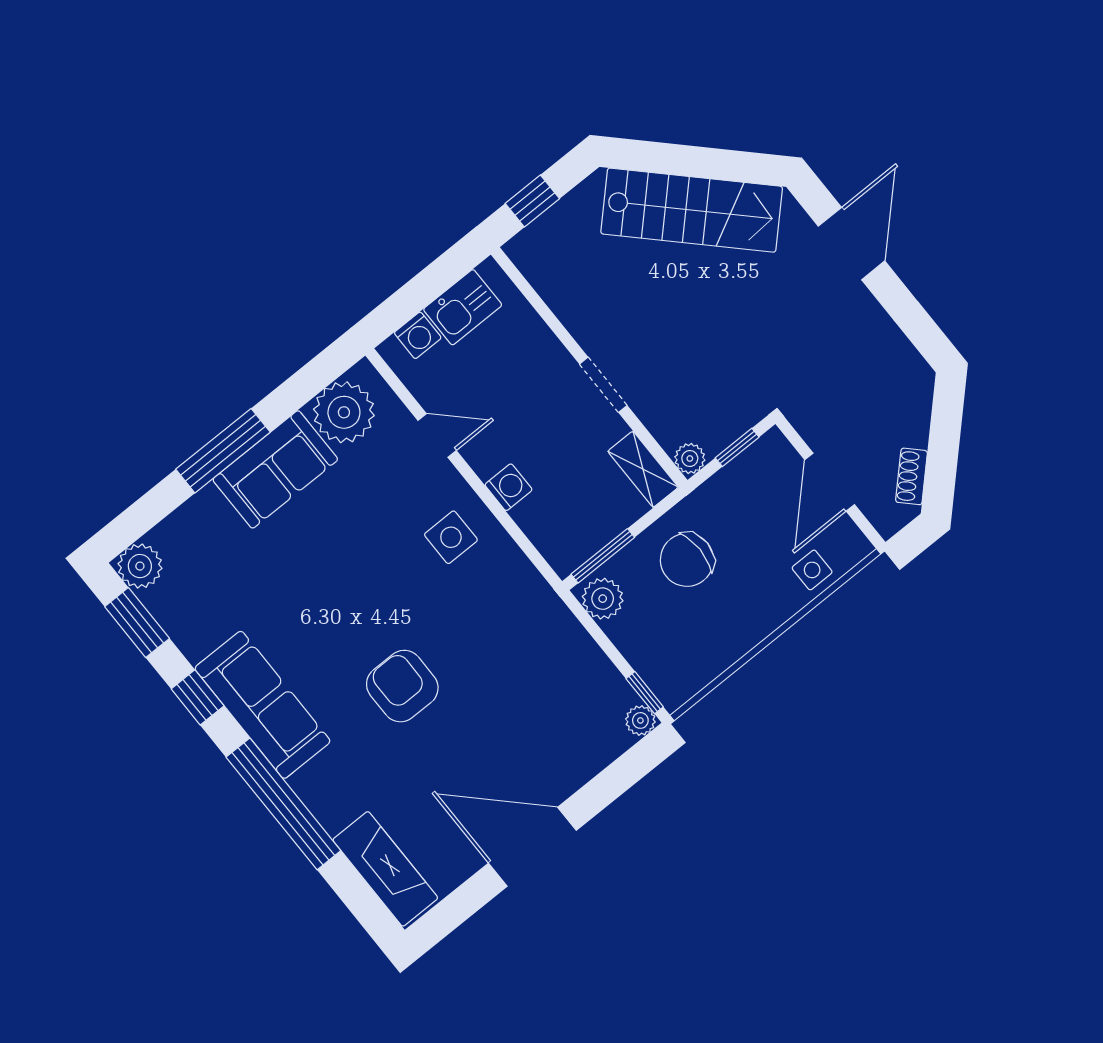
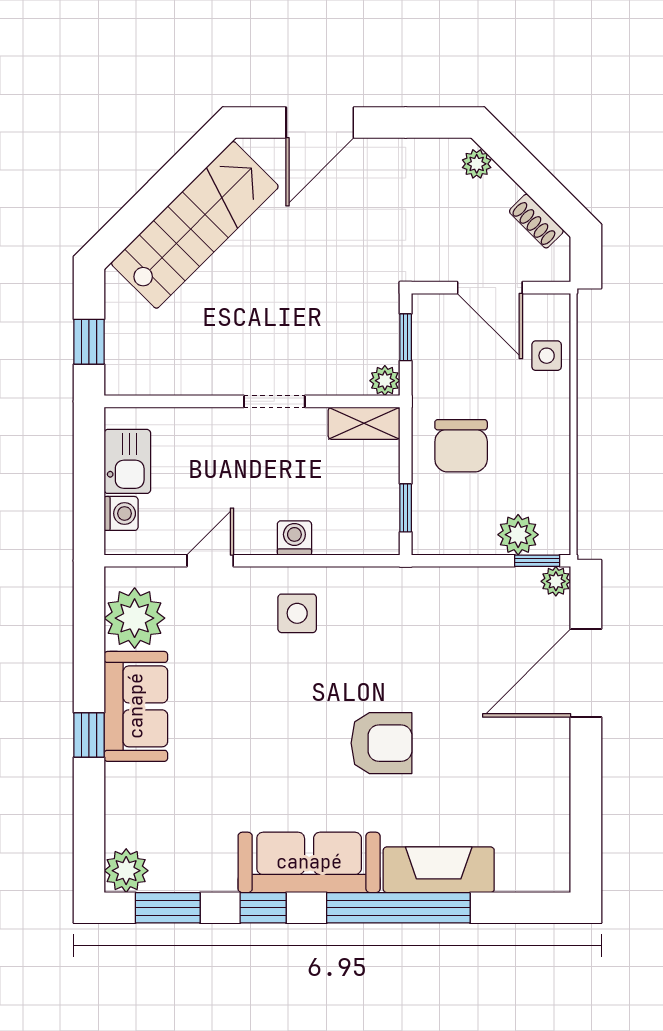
door: (852, 244) -> (320, 123), swing flipped
plant: (919, 393) -> (477, 164), added
window: (223, 451) -> (89, 735), width x0.46
window: (603, 556) -> (406, 508), width x0.67
plant: (603, 599) -> (518, 535), moved
armchair: (402, 686) -> (381, 743), turned 180
door: (532, 847) -> (586, 673), moved
fireplace: (385, 869) -> (439, 870), moved

